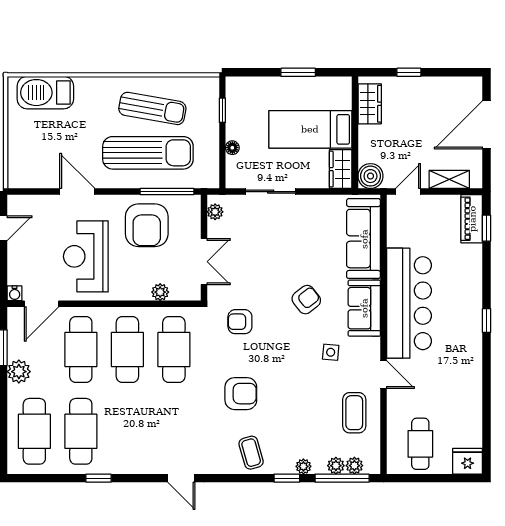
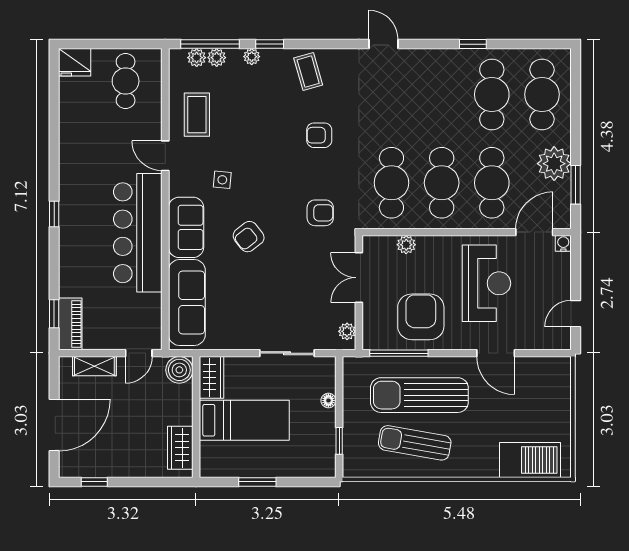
window: (409, 72) -> (94, 482), moved
plant: (19, 372) -> (554, 164), width x1.36, depth x1.36
armchair: (241, 394) -> (319, 135), width x0.72, depth x0.72

